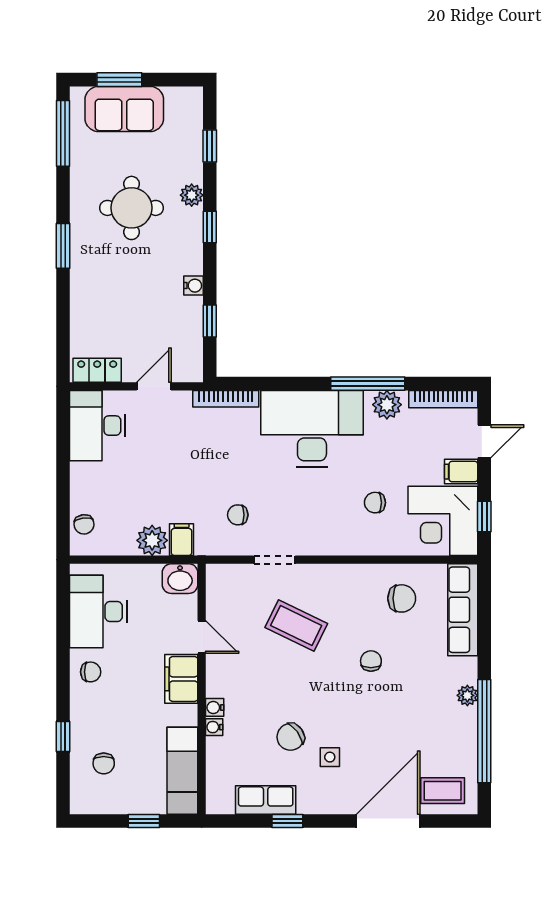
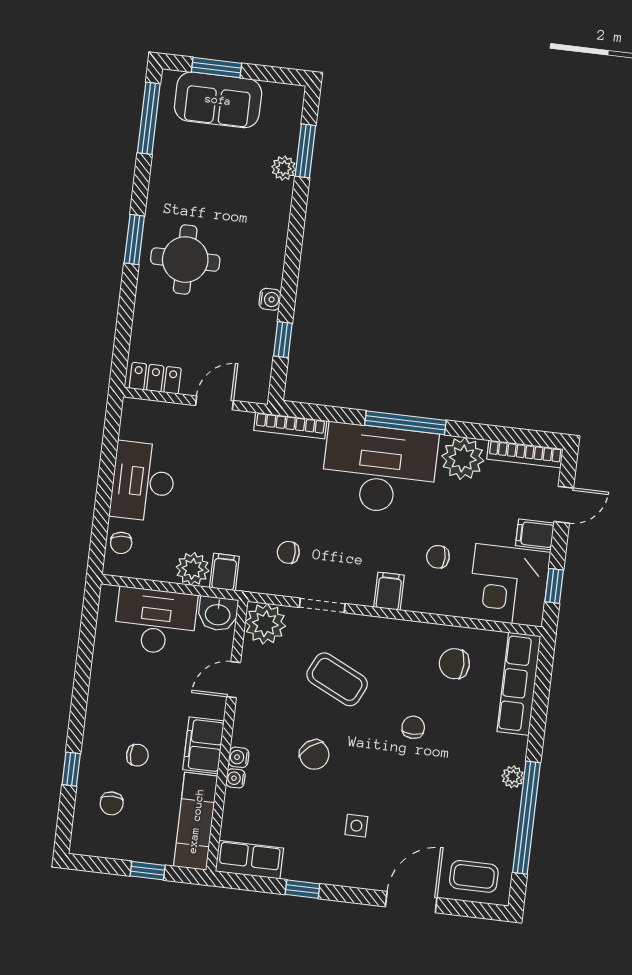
window: (210, 146) -> (305, 151), width x1.50
plant: (192, 195) -> (284, 168), moved
round table: (132, 208) -> (185, 260), moved
window: (210, 227) -> (295, 238), removed
window: (368, 384) -> (405, 423), moved
plant: (387, 405) -> (463, 458), width x1.36, depth x1.36
desk: (97, 426) -> (143, 482), moved
filing cabinet: (334, 539) -> (389, 591), added
plant: (225, 583) -> (265, 624), added
chair: (402, 598) -> (454, 664), turned 180
desk: (98, 611) -> (155, 621), moved, turned 90
door: (202, 637) -> (234, 680), swing flipped
chair: (91, 672) -> (137, 755), moved
filing cabinet: (181, 679) -> (204, 745), moved
chair: (291, 737) -> (314, 755), moved, turned -92
row of seats: (266, 800) -> (249, 860), moved
door: (388, 821) -> (411, 902), width x0.73

